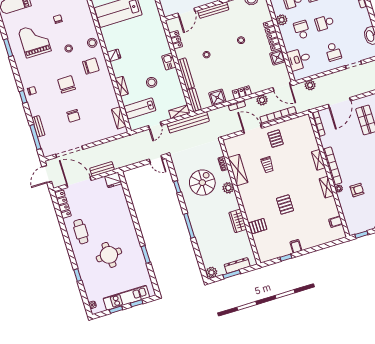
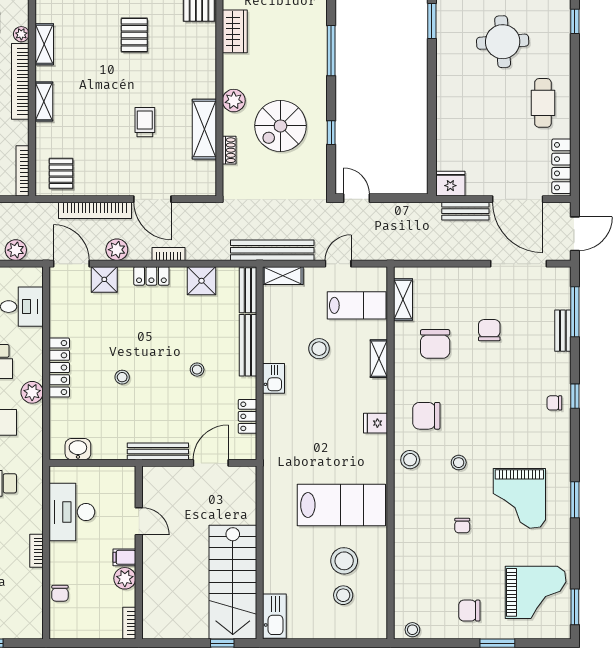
shower: (278, 57) -> (104, 279), moved
chair: (67, 84) -> (435, 344), moved
pallet: (276, 139) -> (61, 174), moved

